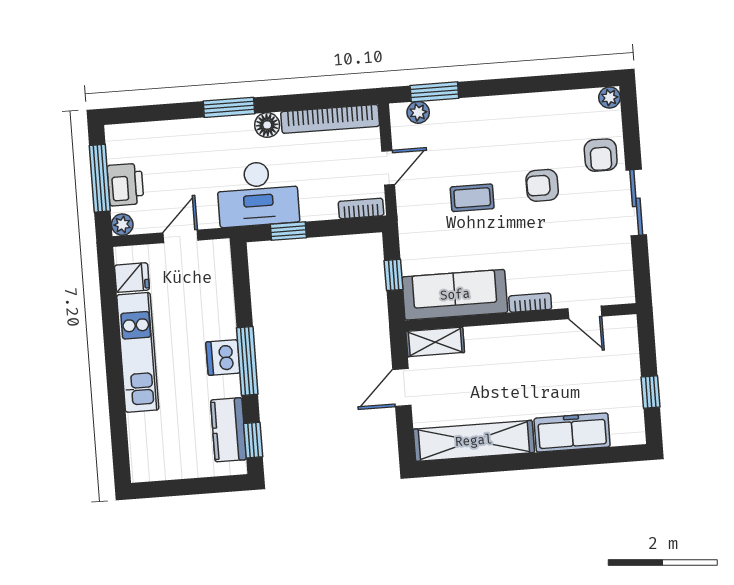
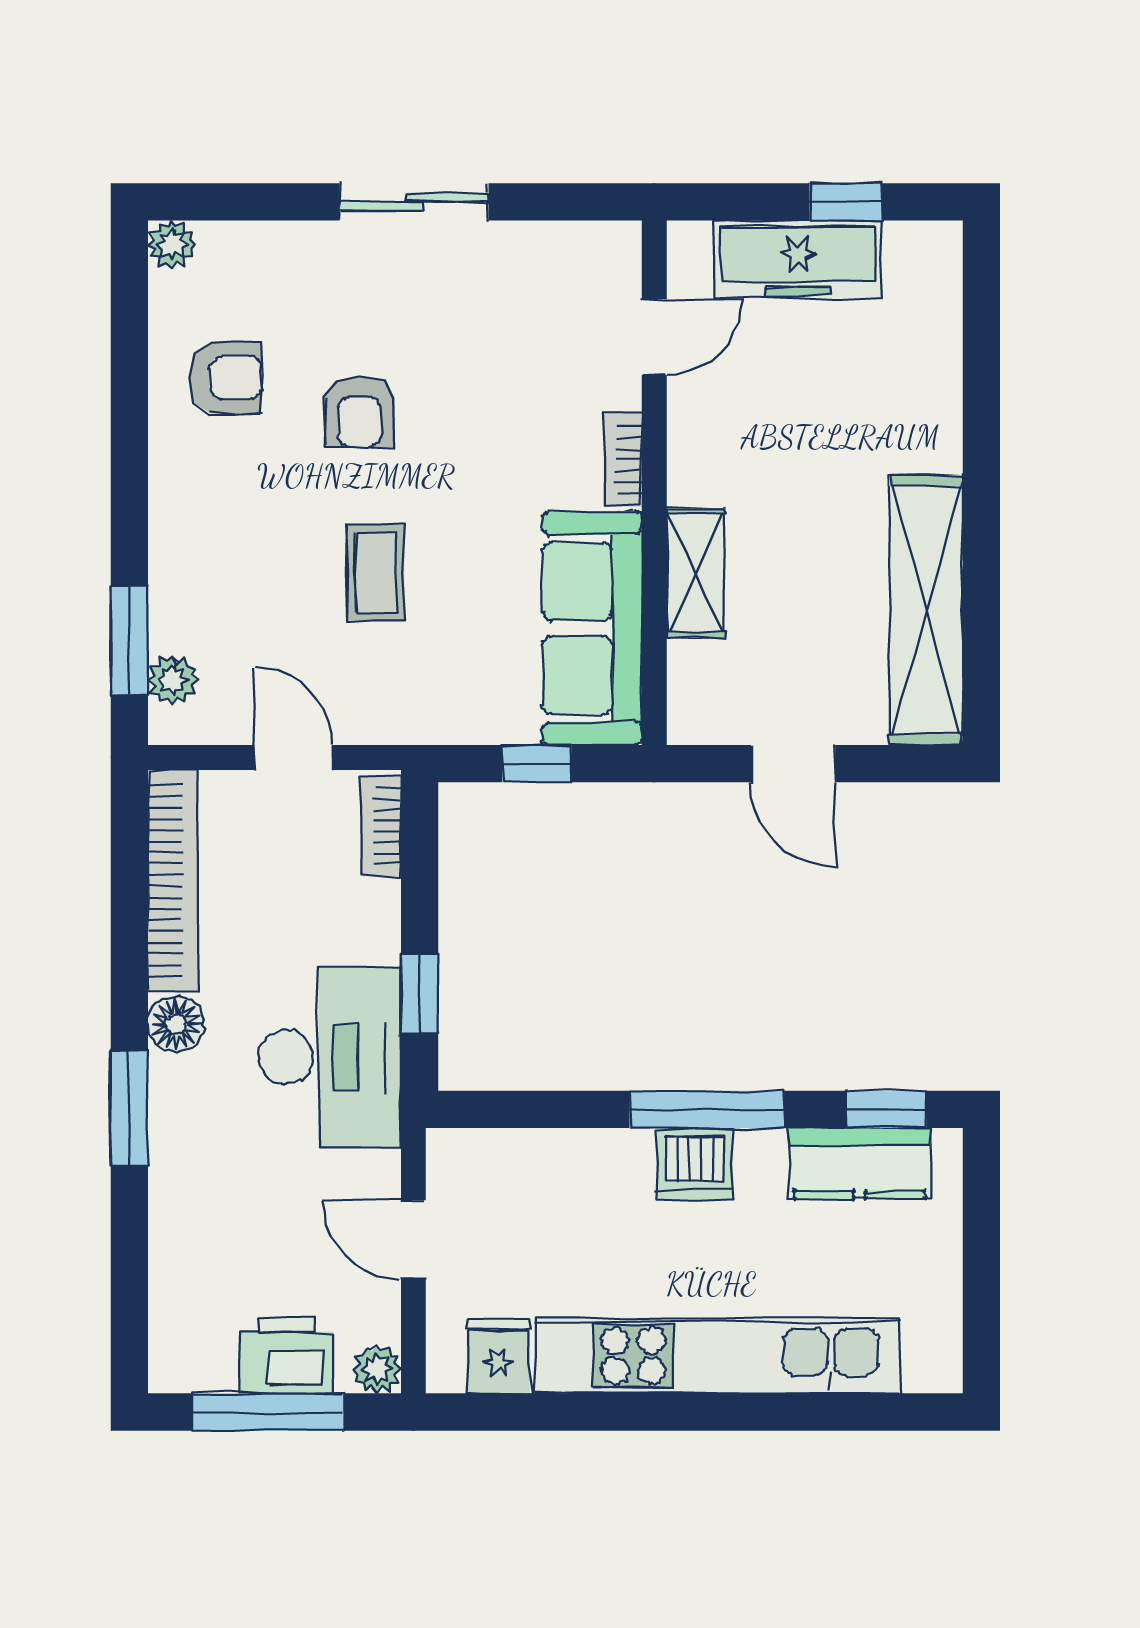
armchair: (601, 155) -> (225, 378), moved
shelving: (435, 342) -> (696, 573), moved
kitchen unit: (138, 352) -> (717, 1356), width x1.36
freezer: (572, 433) -> (798, 259), moved, turned -90

